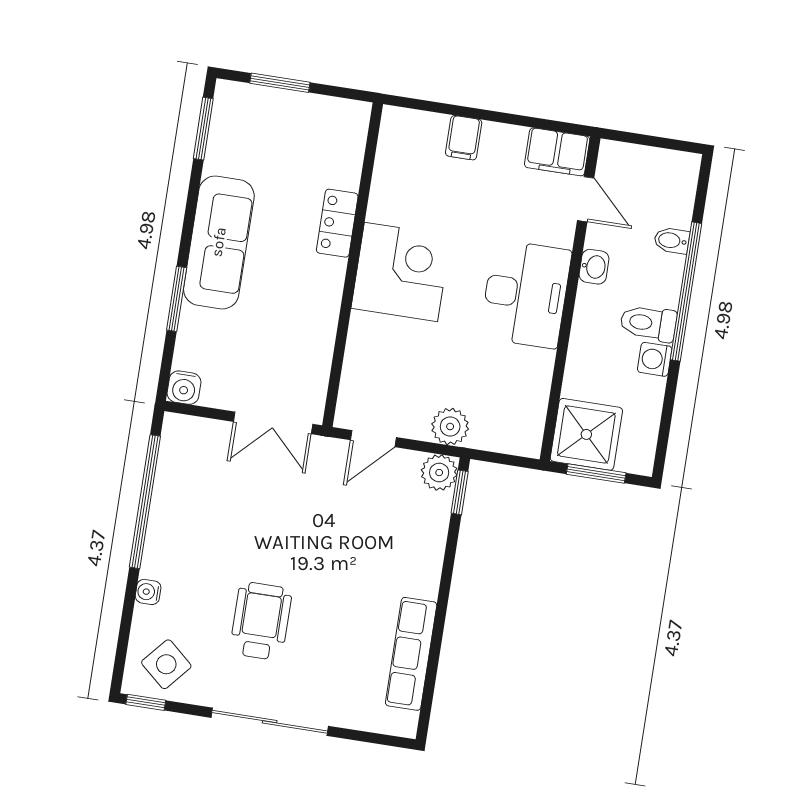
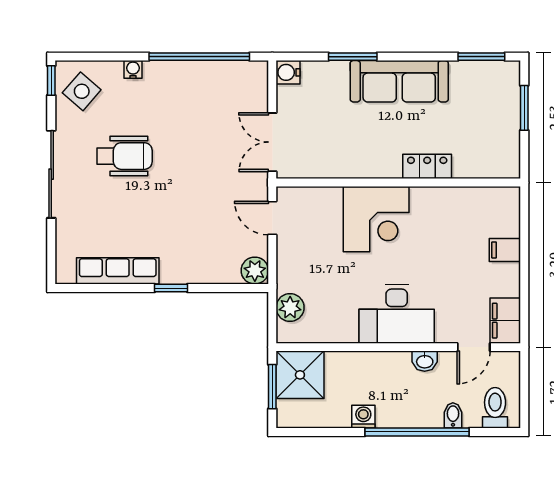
corner desk: (401, 272) -> (376, 219), moved
toilet: (648, 323) -> (495, 408), moved
plant: (450, 427) -> (290, 308), moved
window: (460, 492) -> (171, 288), moved

